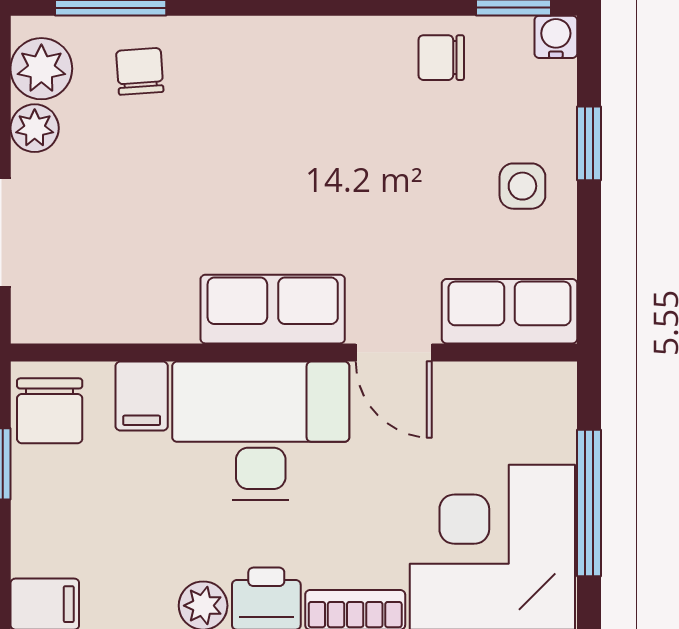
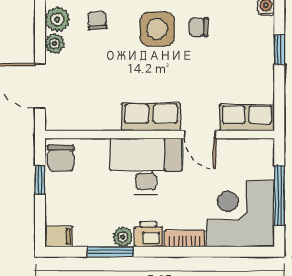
chair: (441, 58) -> (198, 27), moved
side table: (522, 186) -> (157, 29), moved, width x1.87, depth x1.87
filing cabinet: (142, 396) -> (98, 152), removed

